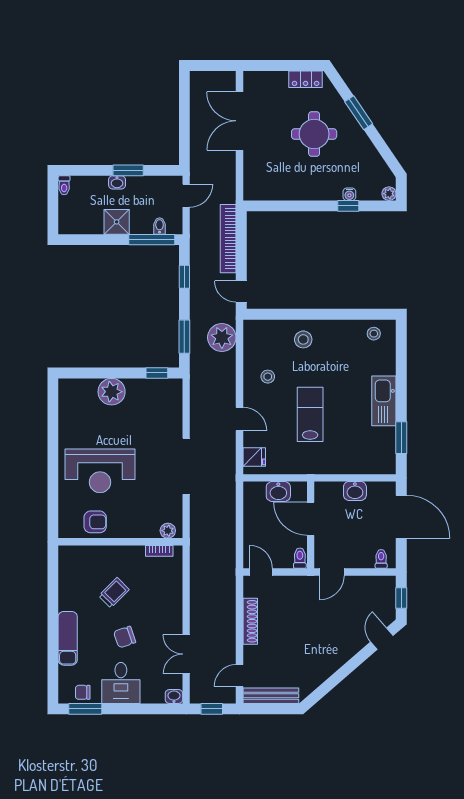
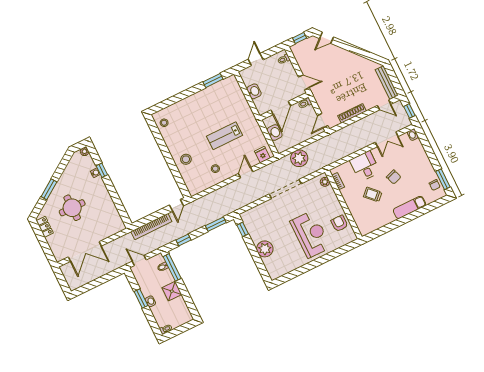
plant: (222, 337) -> (299, 158), moved
kitchen sink: (384, 401) -> (198, 100), removed
door: (401, 517) -> (256, 60), width x0.53
desk: (121, 683) -> (365, 166), moved, turned -90

